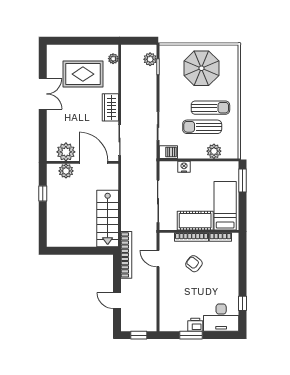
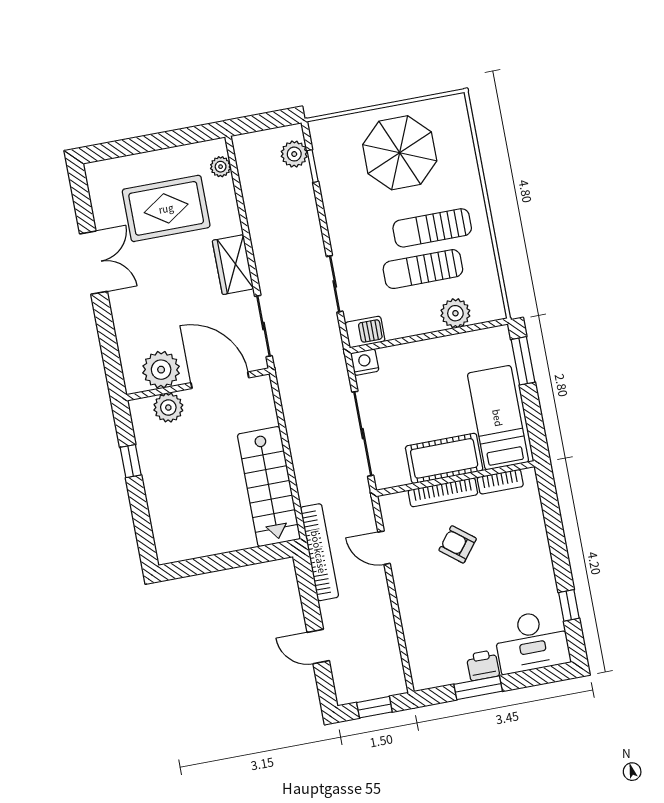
sun lounger: (210, 108) -> (432, 228), turned 180
nightstand: (184, 167) -> (365, 362), moved

